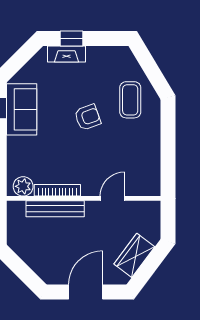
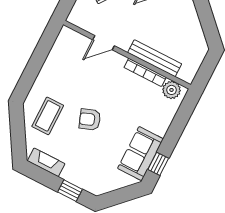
fireplace: (67, 54) -> (46, 162), moved

